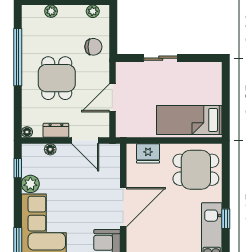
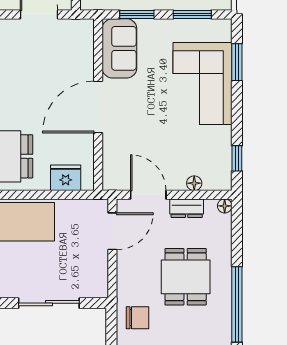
chair: (93, 47) -> (137, 318), turned 180
sliding door: (161, 58) -> (49, 303), width x1.37
door: (112, 98) -> (112, 231), moved
plant: (30, 184) -> (220, 138), removed

